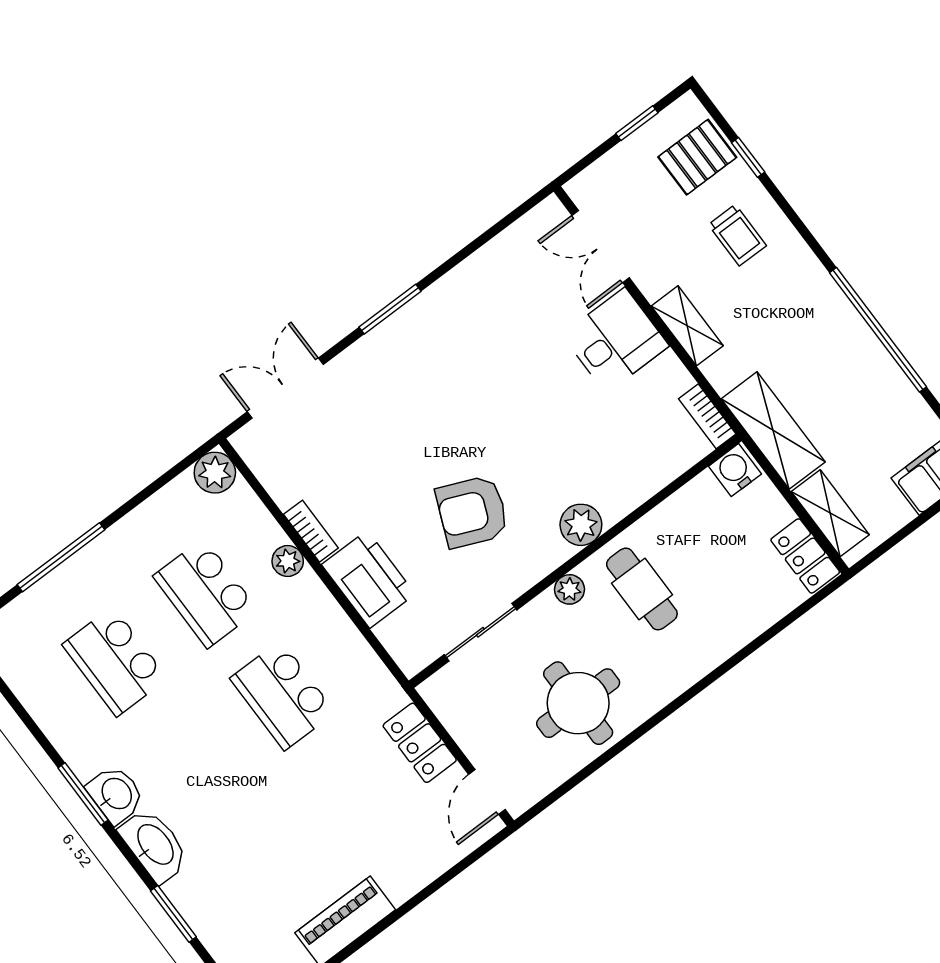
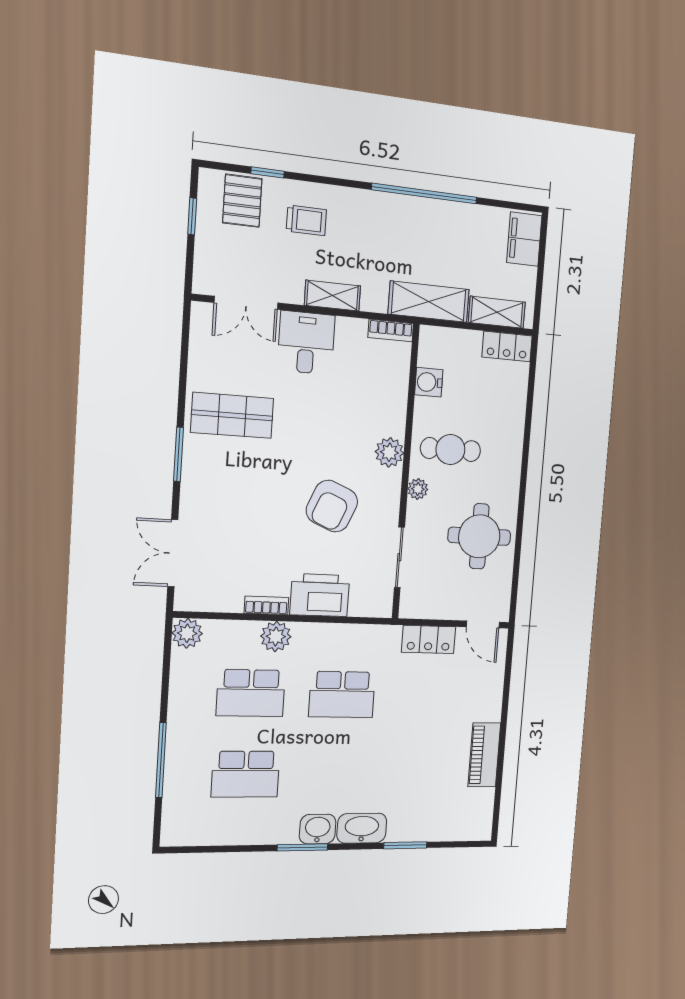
shop shelf: (476, 329) -> (232, 415), added
water cooler: (735, 470) -> (429, 382), moved
plant: (288, 561) -> (276, 636), width x1.38, depth x1.38

